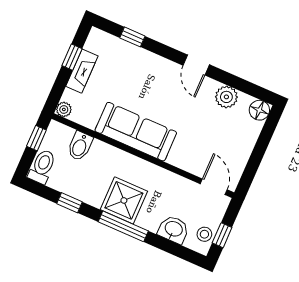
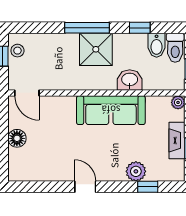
plant: (226, 97) -> (136, 171), moved
floor lamp: (259, 110) -> (17, 138), moved
bidet: (80, 146) -> (157, 45), moved, turned 180
washbasin: (173, 229) -> (130, 80), moved, turned 180

